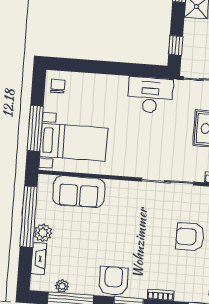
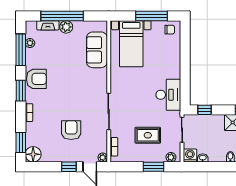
window: (35, 128) -> (152, 16), moved
window: (29, 217) -> (62, 16), moved

